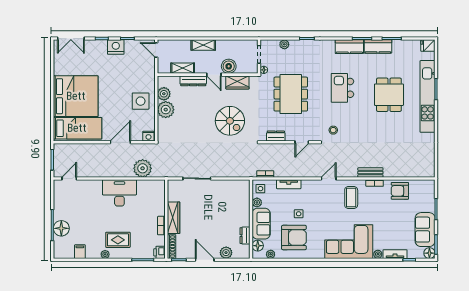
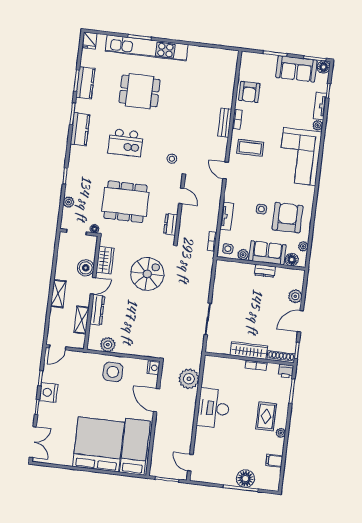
kitchen counter: (378, 46) -> (85, 83), moved
plant: (166, 110) -> (126, 345), removed
dresser: (245, 236) -> (265, 271), moved

